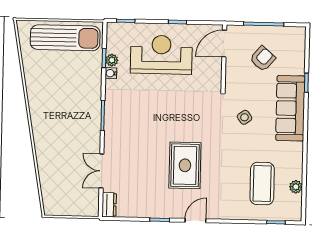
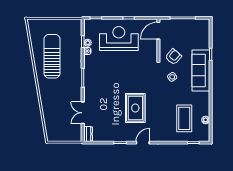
sun lounger: (65, 38) -> (52, 56), moved, turned -90
armchair: (263, 59) -> (173, 57), moved

